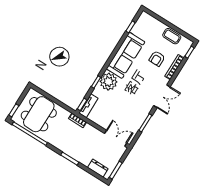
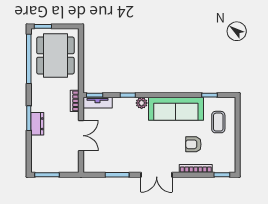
coffee table: (172, 36) -> (218, 122), moved
plant: (108, 82) -> (142, 103), width x0.53, depth x0.53
dining table: (39, 114) -> (55, 55), turned 90
double door: (116, 138) -> (81, 136), moved
dresser: (98, 168) -> (37, 124), moved

